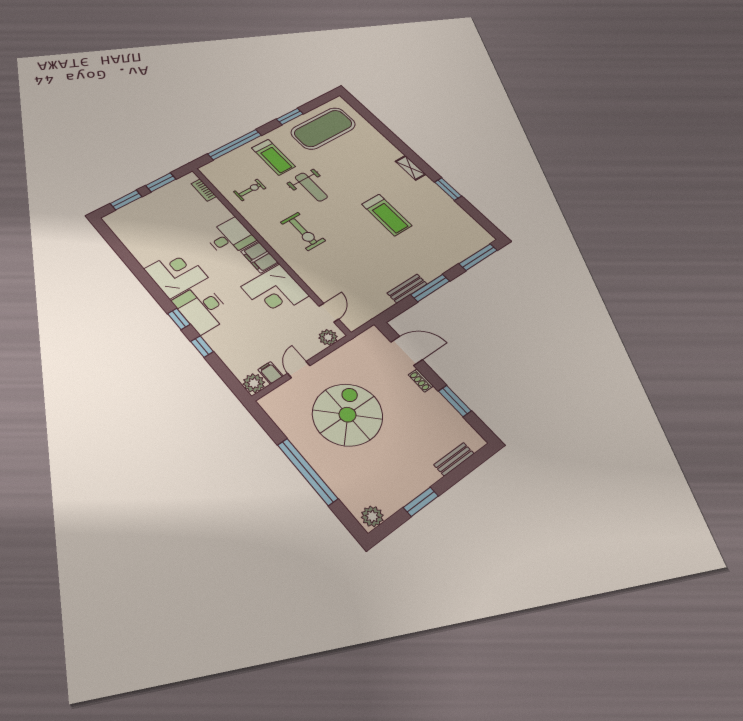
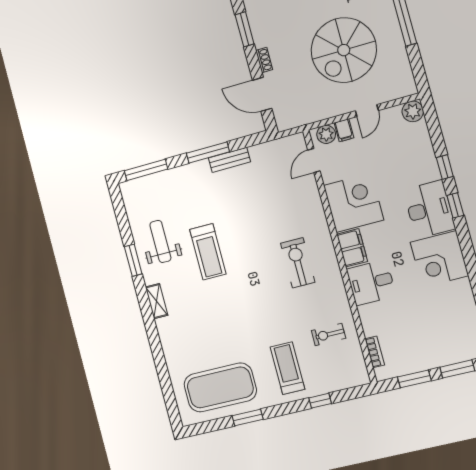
window: (235, 145) -> (320, 401), width x0.32
weight bench: (311, 187) -> (160, 241), moved
treadmill: (387, 215) -> (208, 252), turned 180
filing cabinet: (271, 373) -> (344, 130), moved

